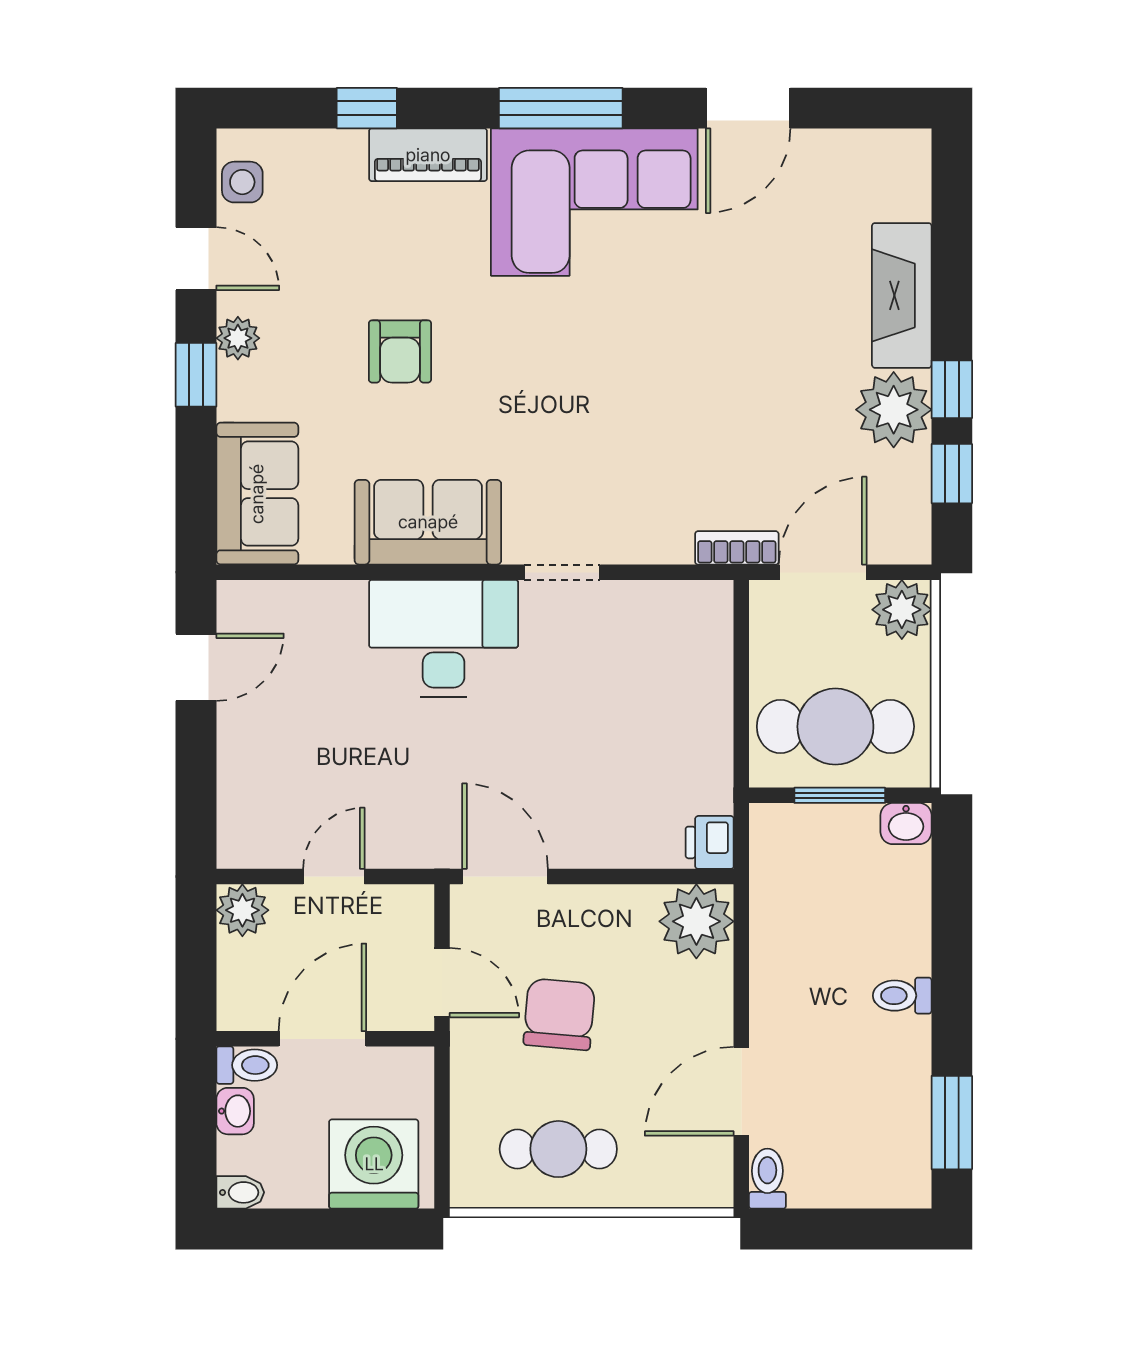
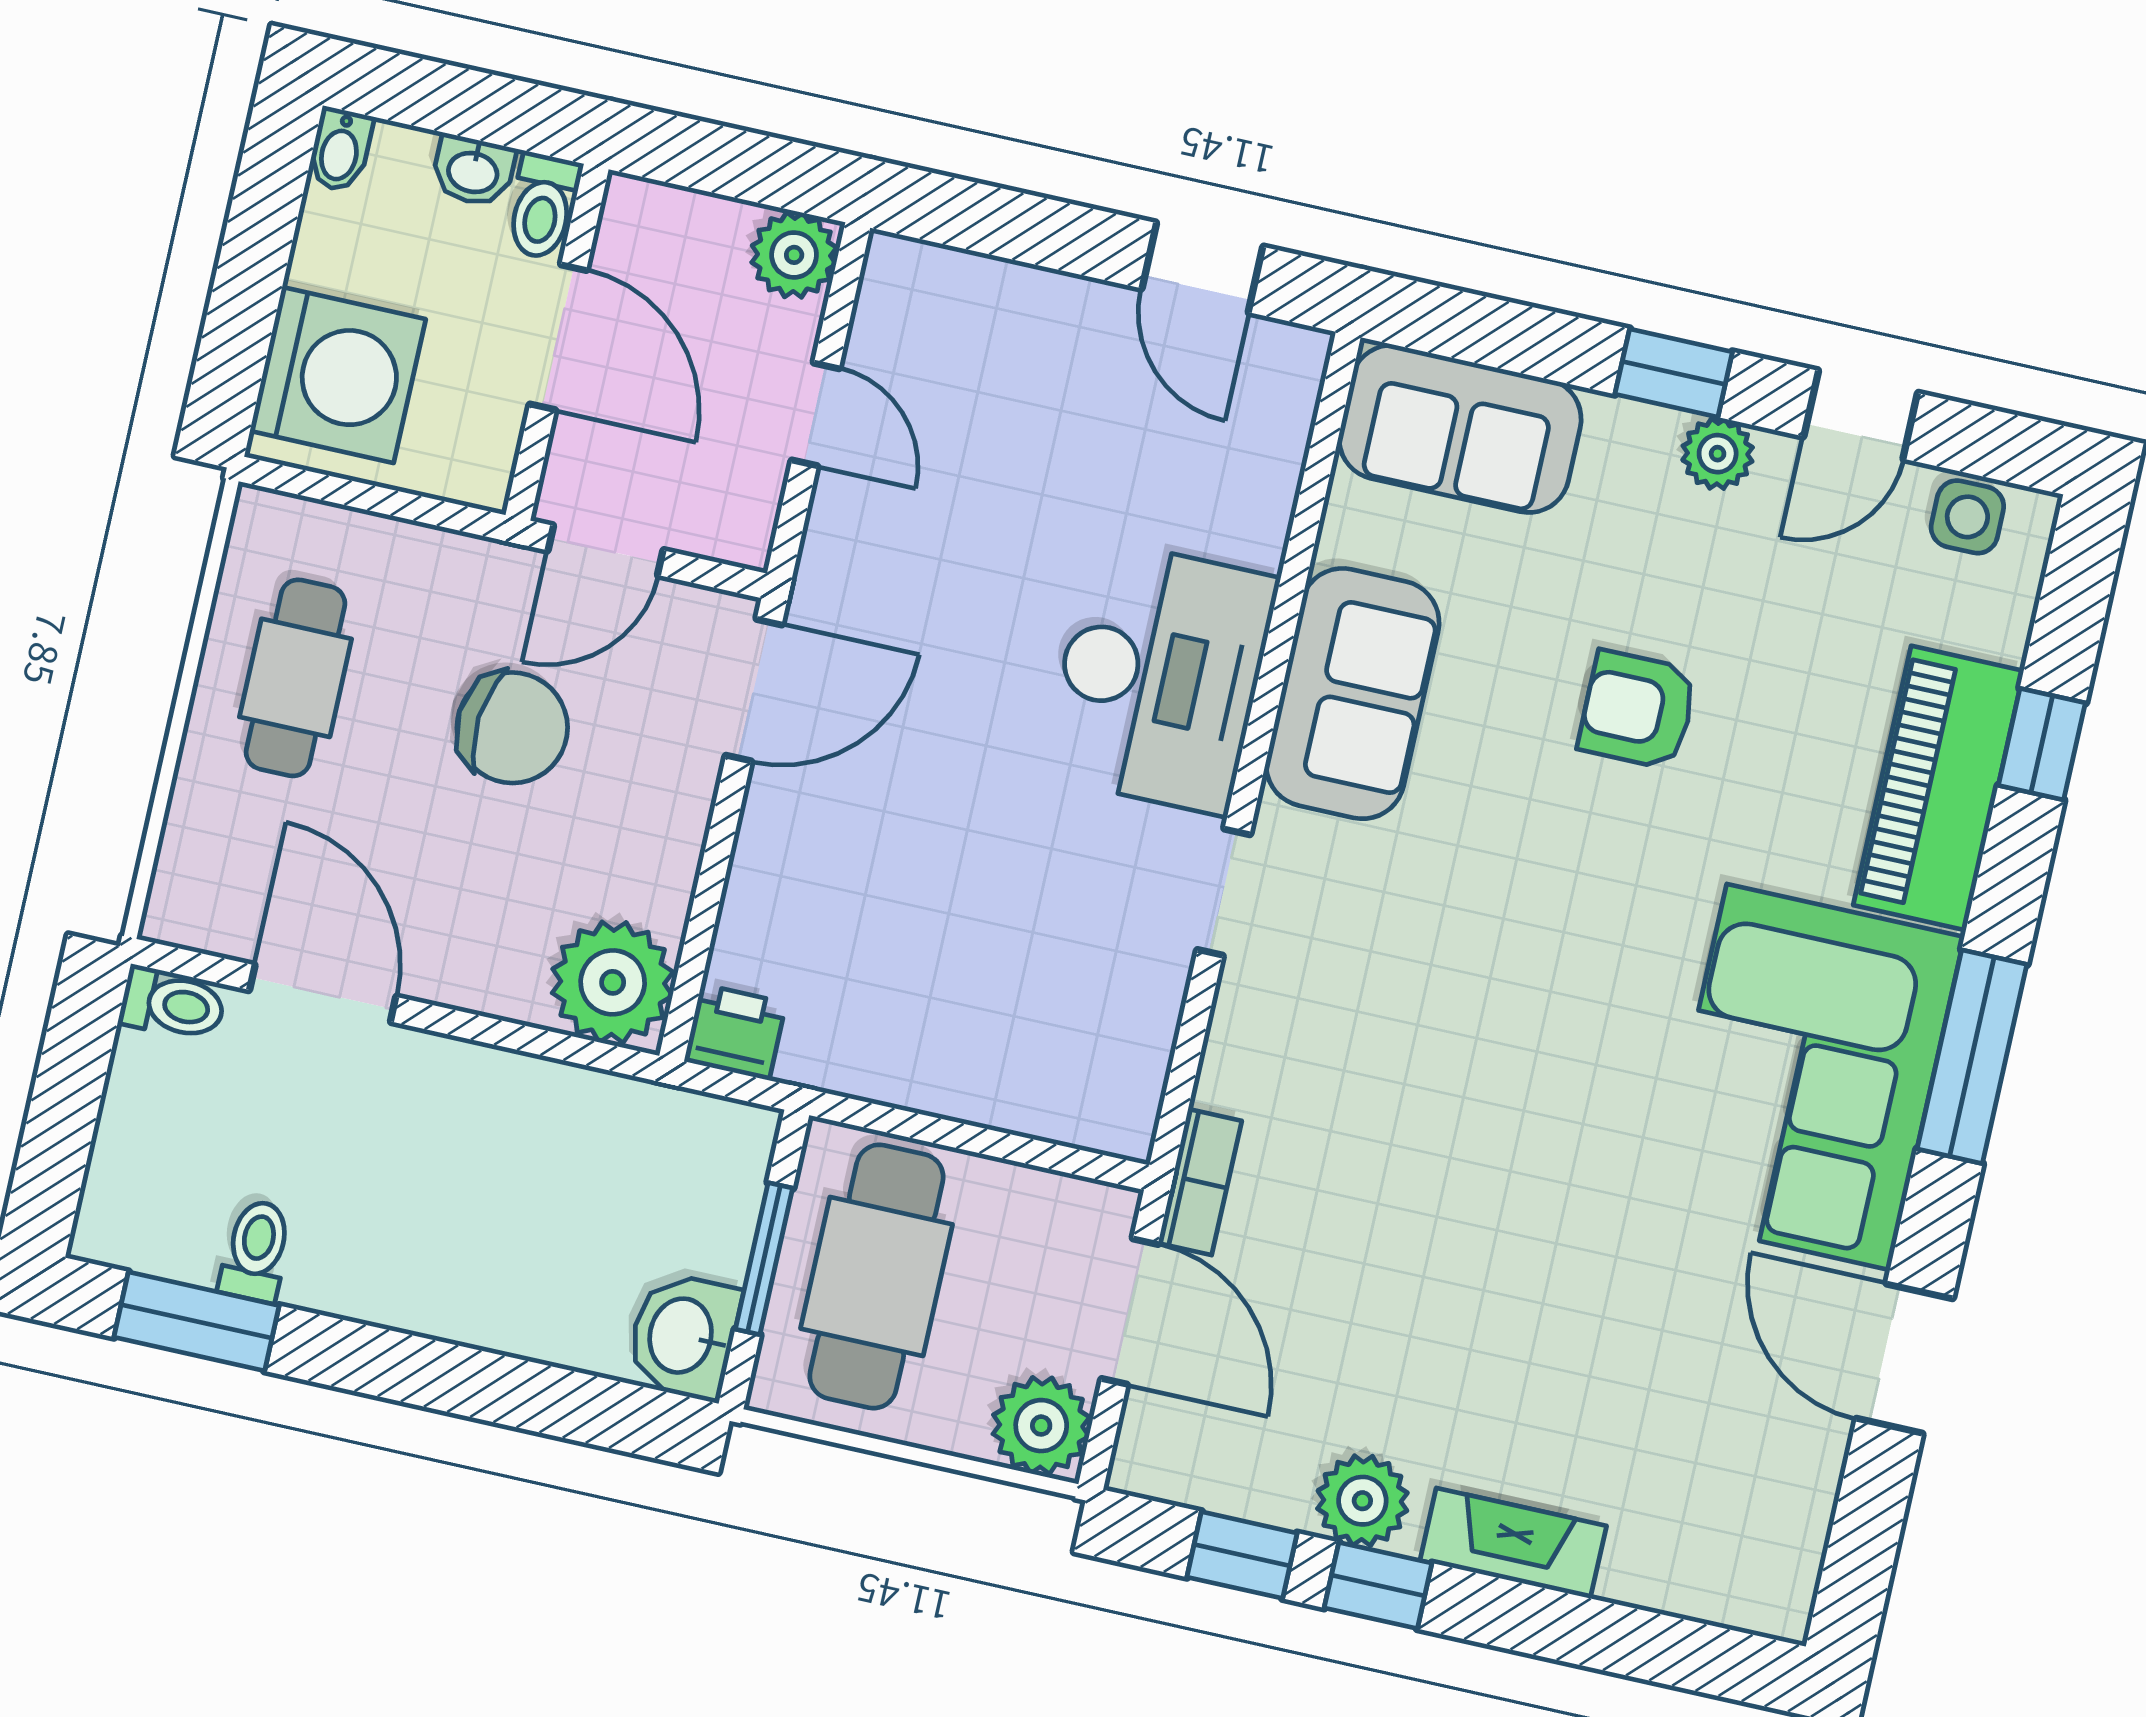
piano: (428, 155) -> (1938, 788), width x1.37, depth x1.33
fireplace: (902, 295) -> (1513, 1543), width x0.73, depth x0.76
plant: (894, 410) -> (1362, 1501), width x0.73, depth x0.73
washbasin: (906, 824) -> (683, 1336), width x1.38, depth x1.45
toilet: (902, 996) -> (256, 1251), moved

